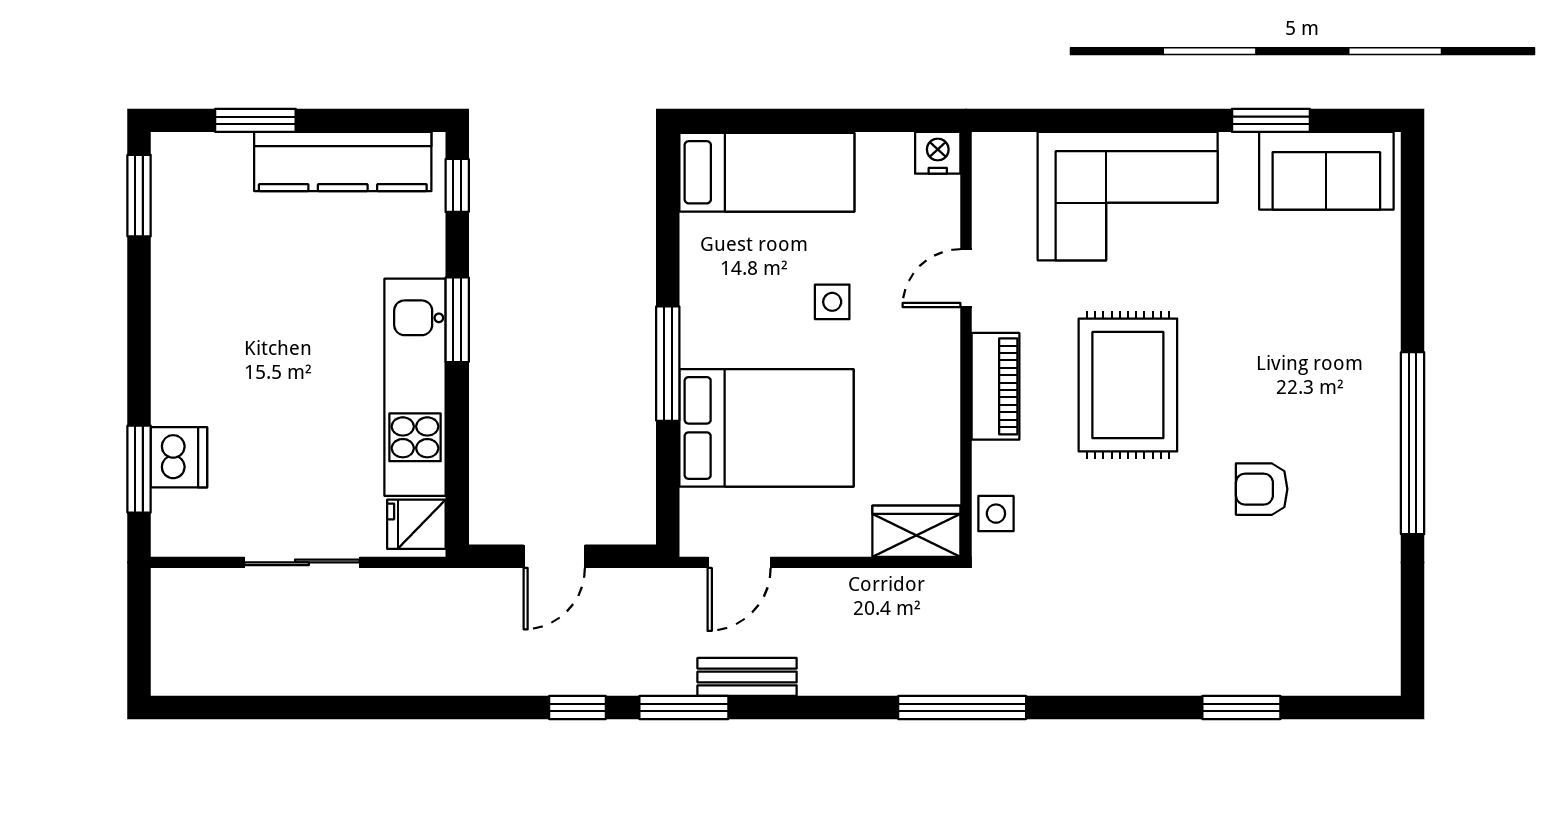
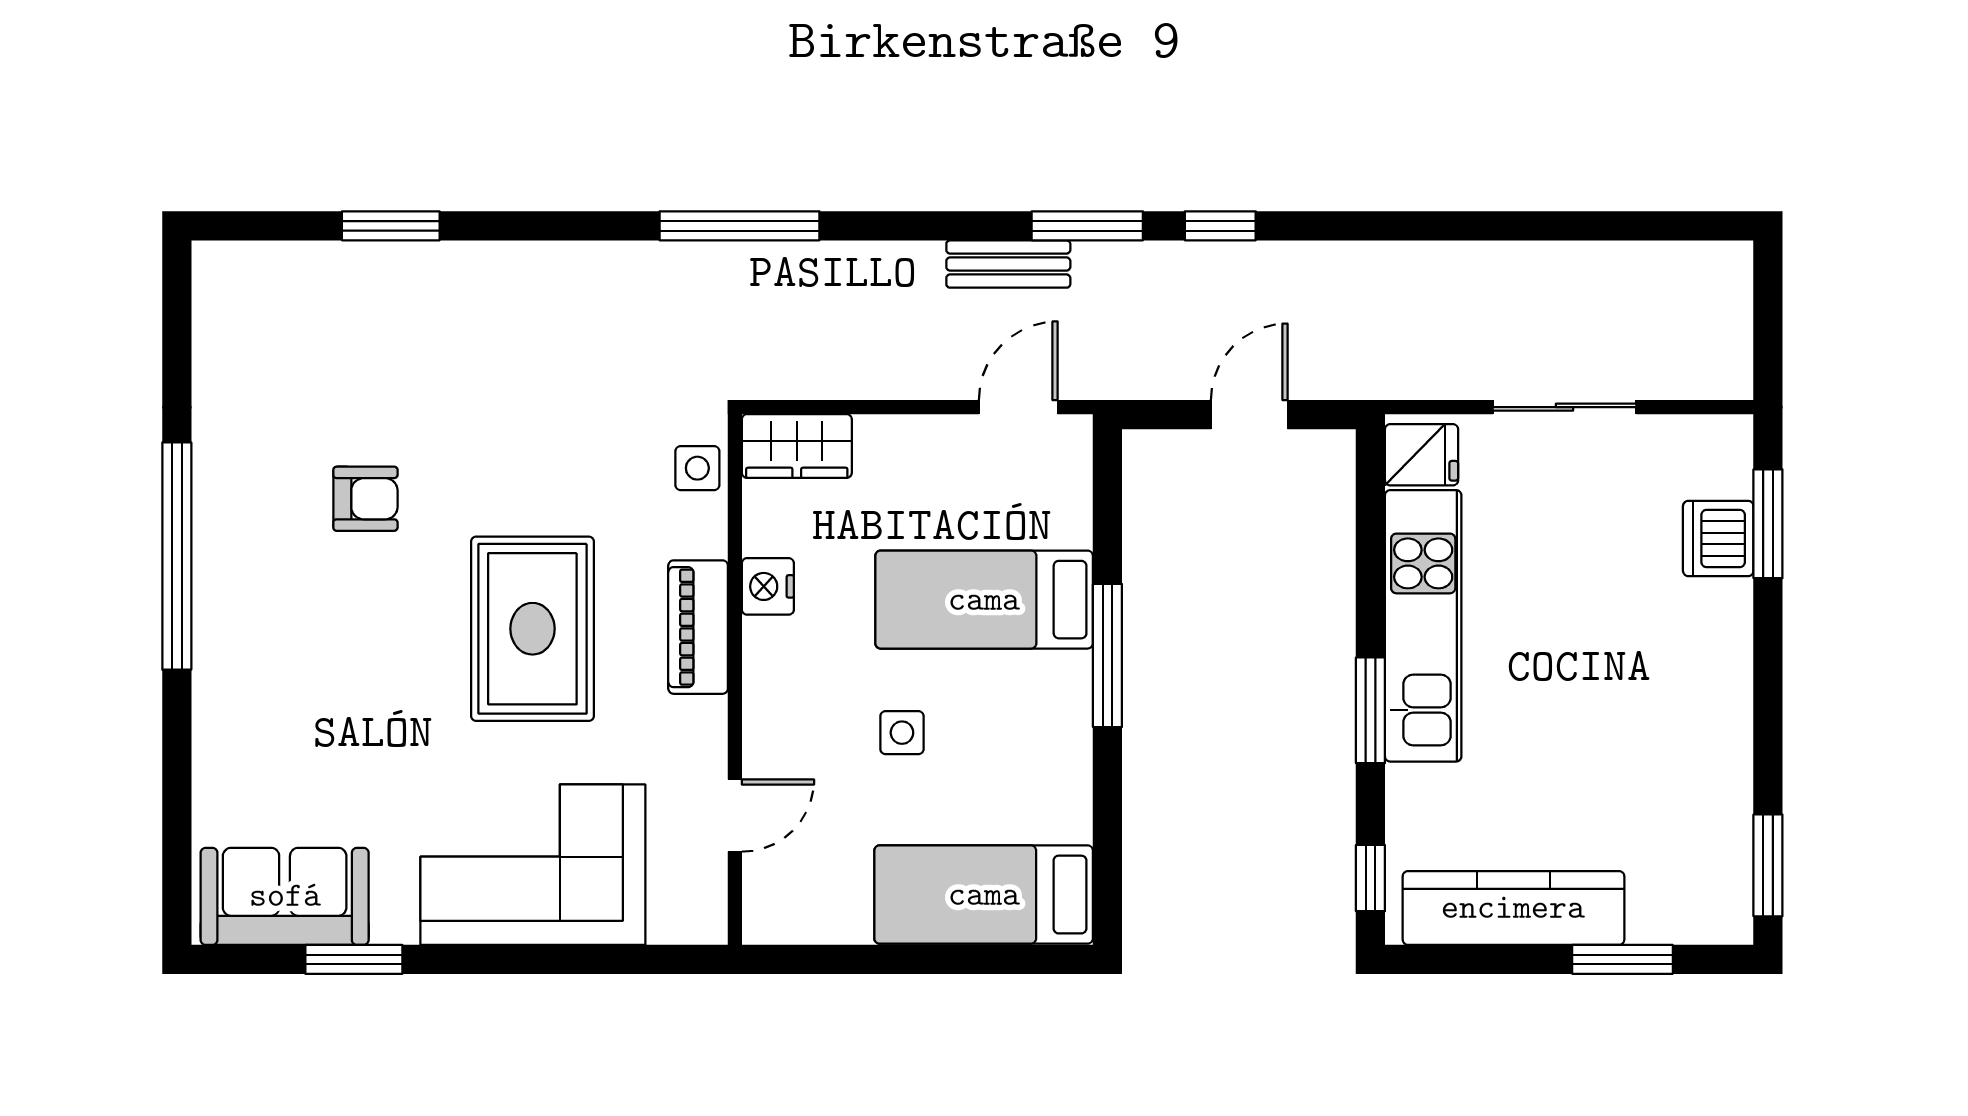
nightstand: (938, 153) -> (768, 586), moved, turned 90
door: (966, 278) -> (735, 816), moved
bed: (766, 428) -> (984, 600), width x0.67

